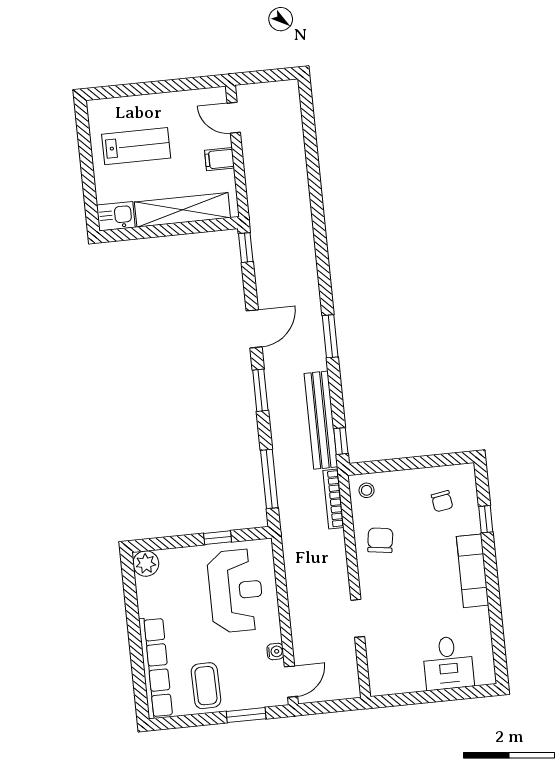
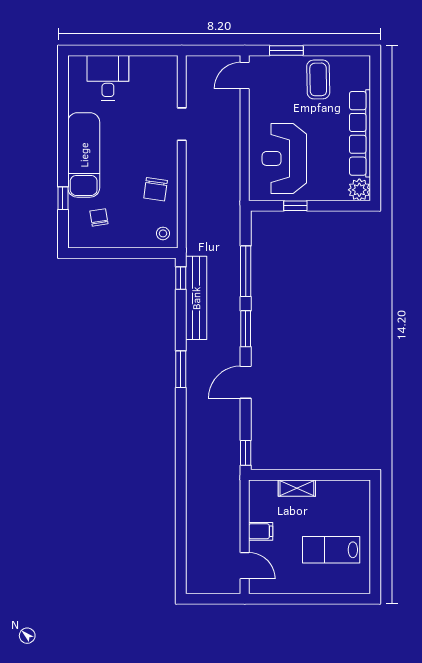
shelving: (182, 210) -> (297, 488), width x0.45, depth x0.75
kitchen sink: (116, 216) -> (355, 491), removed
window: (269, 479) -> (246, 271), moved
bookcase: (333, 499) -> (192, 229), removed
exam couch: (473, 571) -> (84, 155), width x1.36, depth x1.45
water cooler: (275, 651) -> (256, 103), removed
row of seats: (156, 668) -> (360, 133), moved

